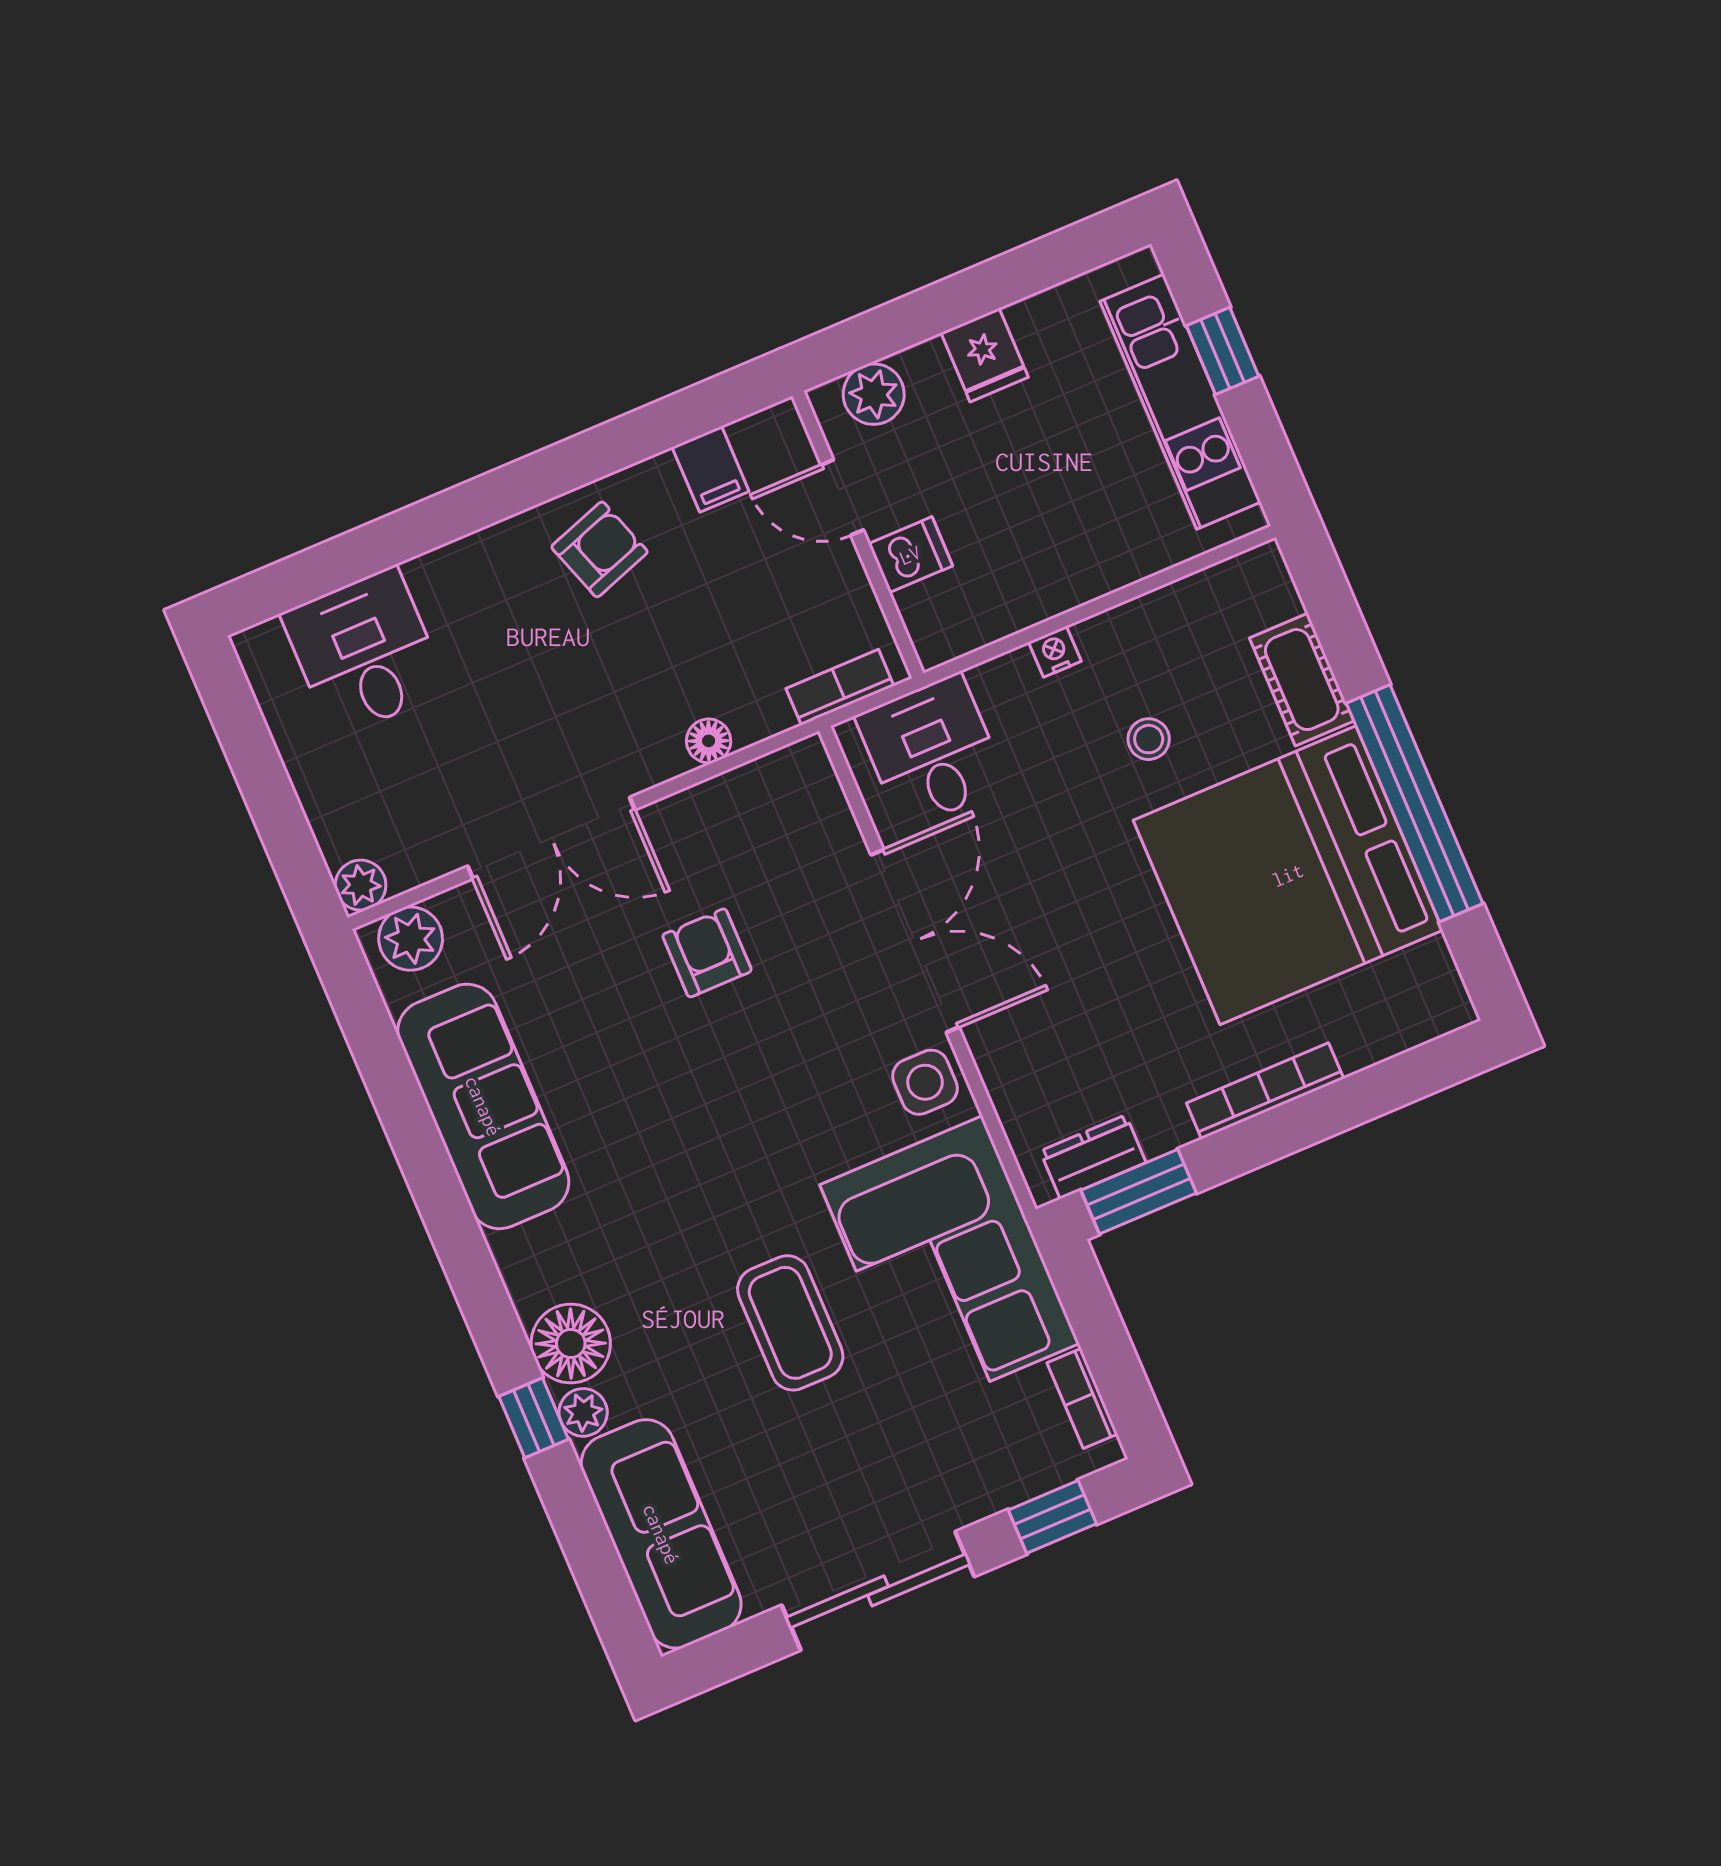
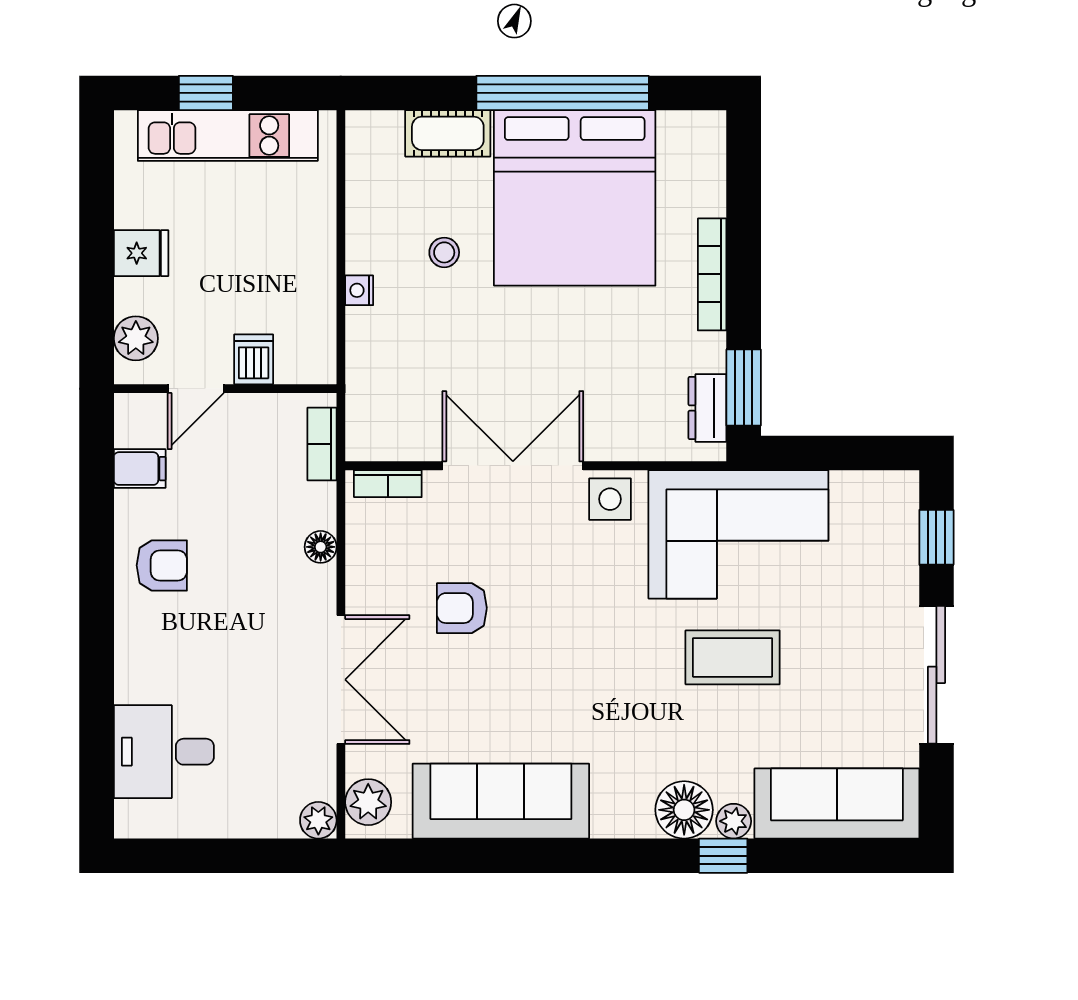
armchair: (600, 549) -> (162, 565), turned 109
desk: (931, 751) -> (391, 401), removed
bookcase: (1082, 1398) -> (388, 484), moved

